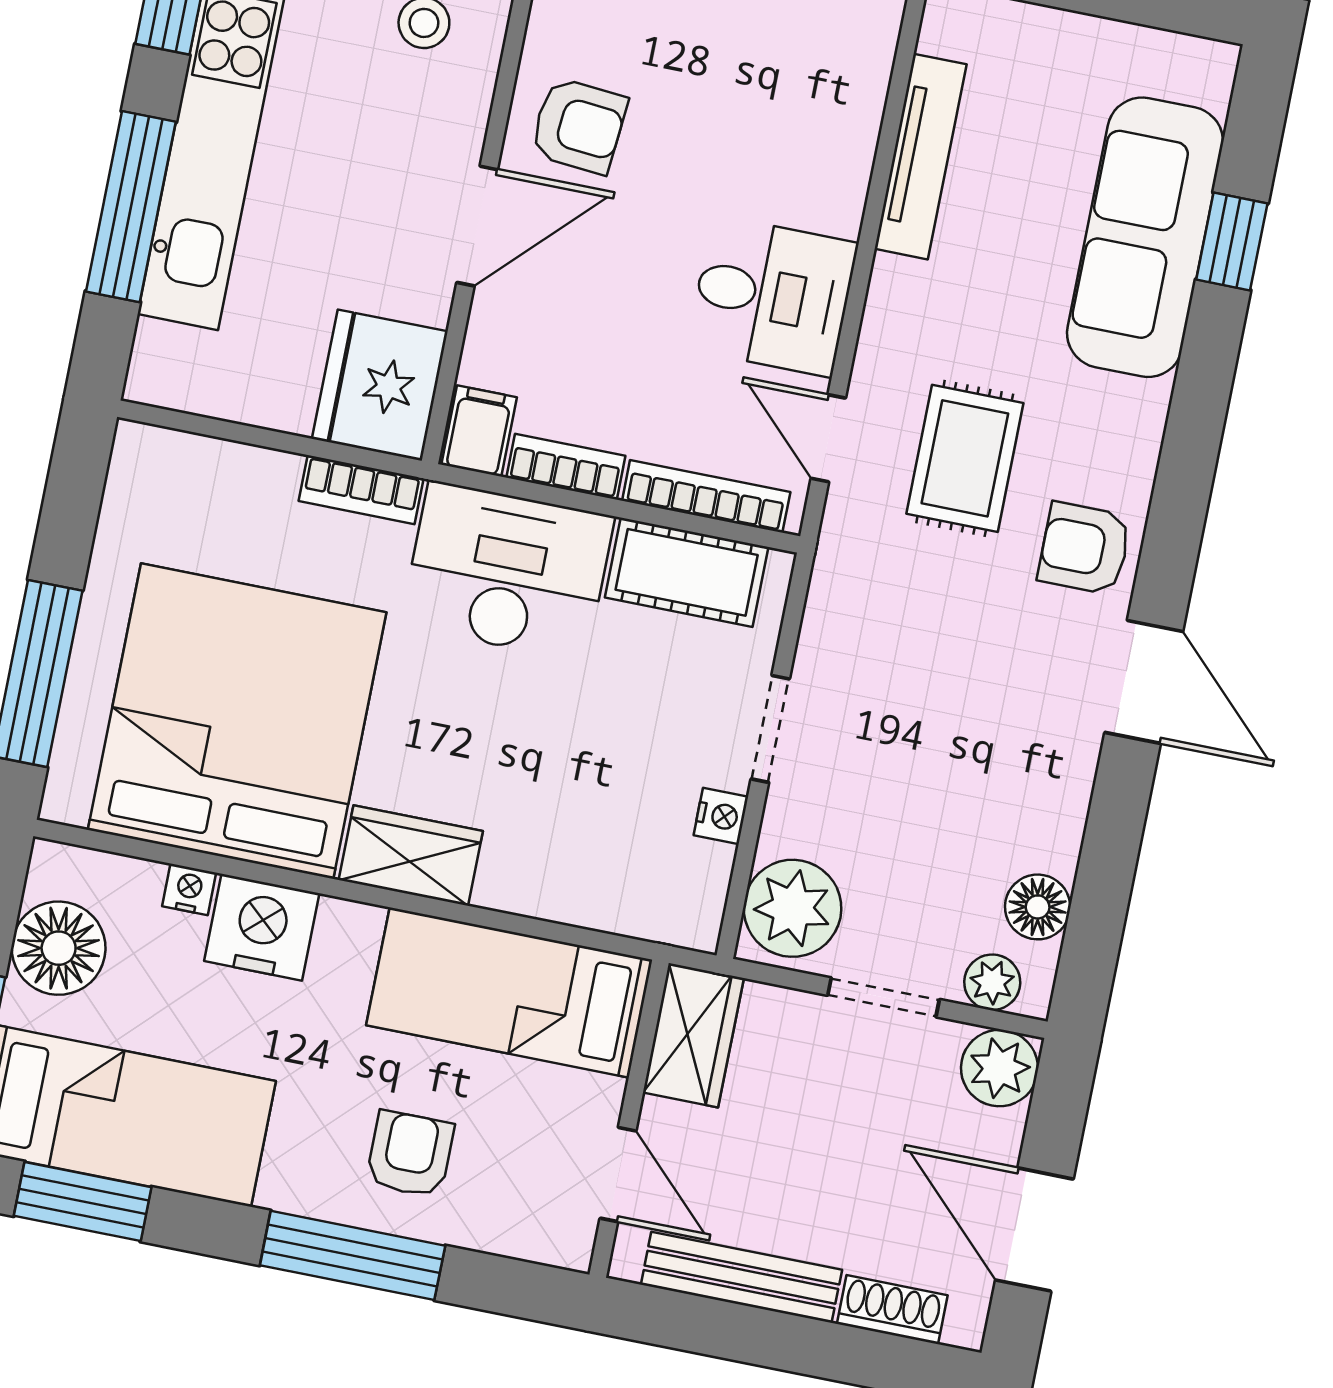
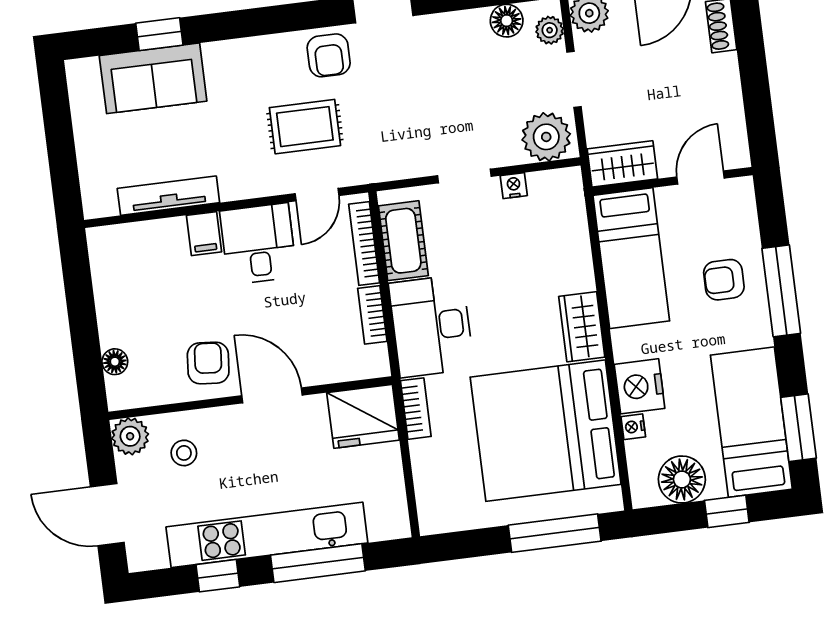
sofa: (1145, 237) -> (153, 78), width x0.73
filing cabinet: (479, 431) -> (204, 234), moved, turned -90
bench: (741, 1277) -> (730, 103), removed

